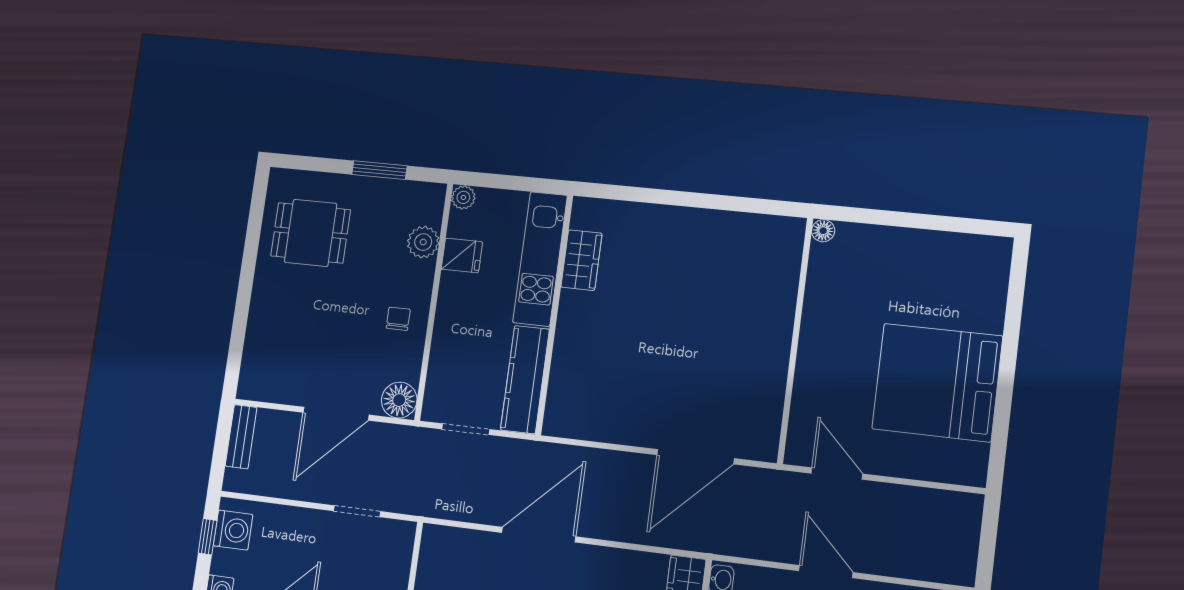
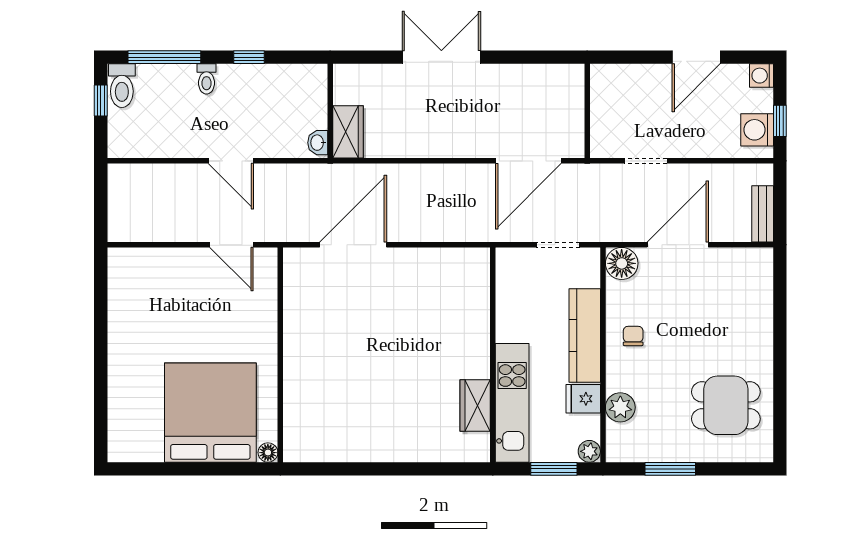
window: (504, 182) -> (554, 469), added
chair: (398, 319) -> (633, 336), turned 180
kitchen counter: (525, 380) -> (585, 335), moved, turned 180
bed: (937, 382) -> (210, 413), moved, turned -90
door: (539, 535) -> (528, 161), moved

